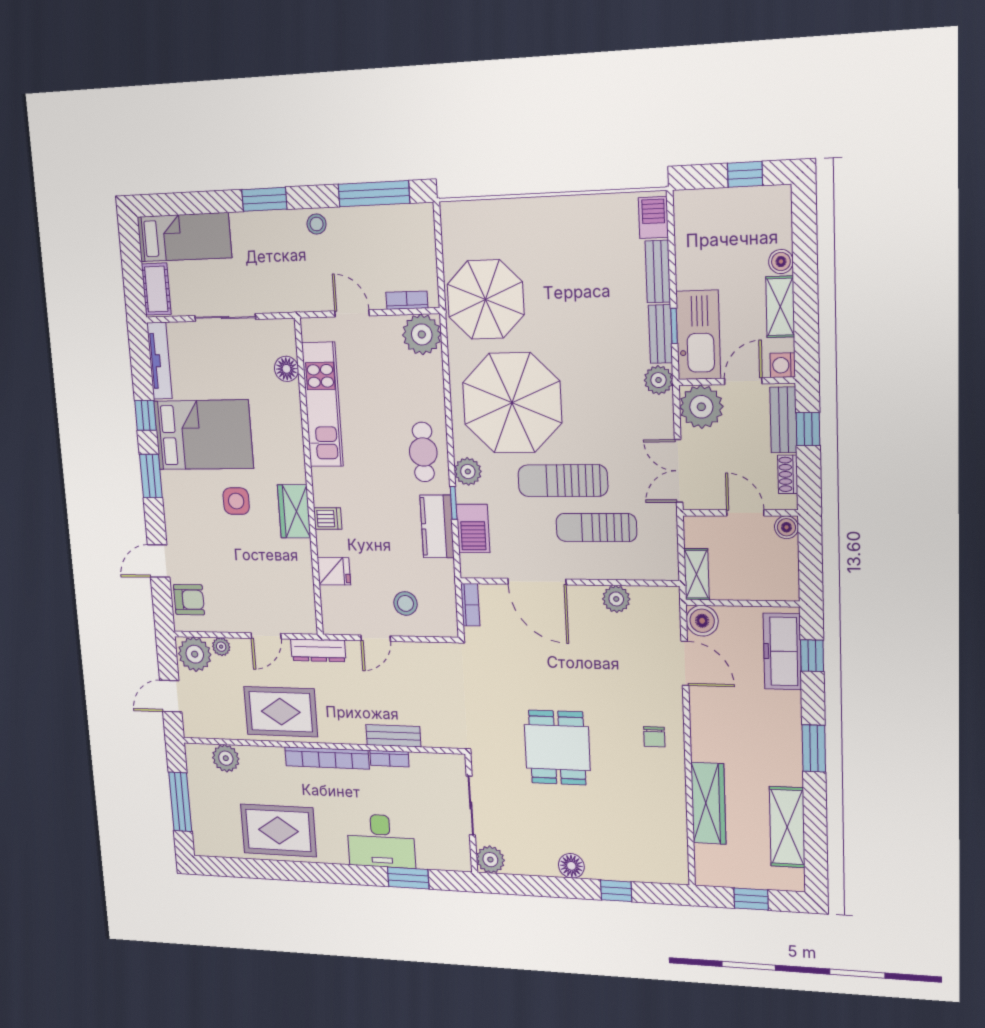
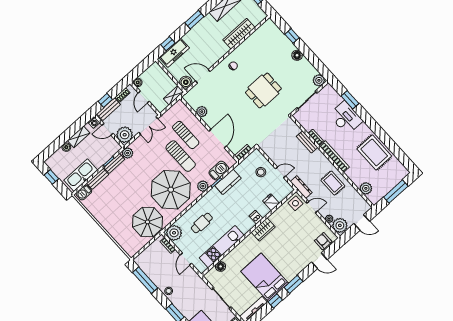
kitchen sink: (698, 335) -> (81, 175), moved
cafe table: (423, 452) -> (202, 223), moved
side table: (236, 501) -> (295, 203), moved
door: (685, 663) -> (203, 76), hinge flipped
rug: (281, 712) -> (333, 183), width x0.73, depth x0.70

